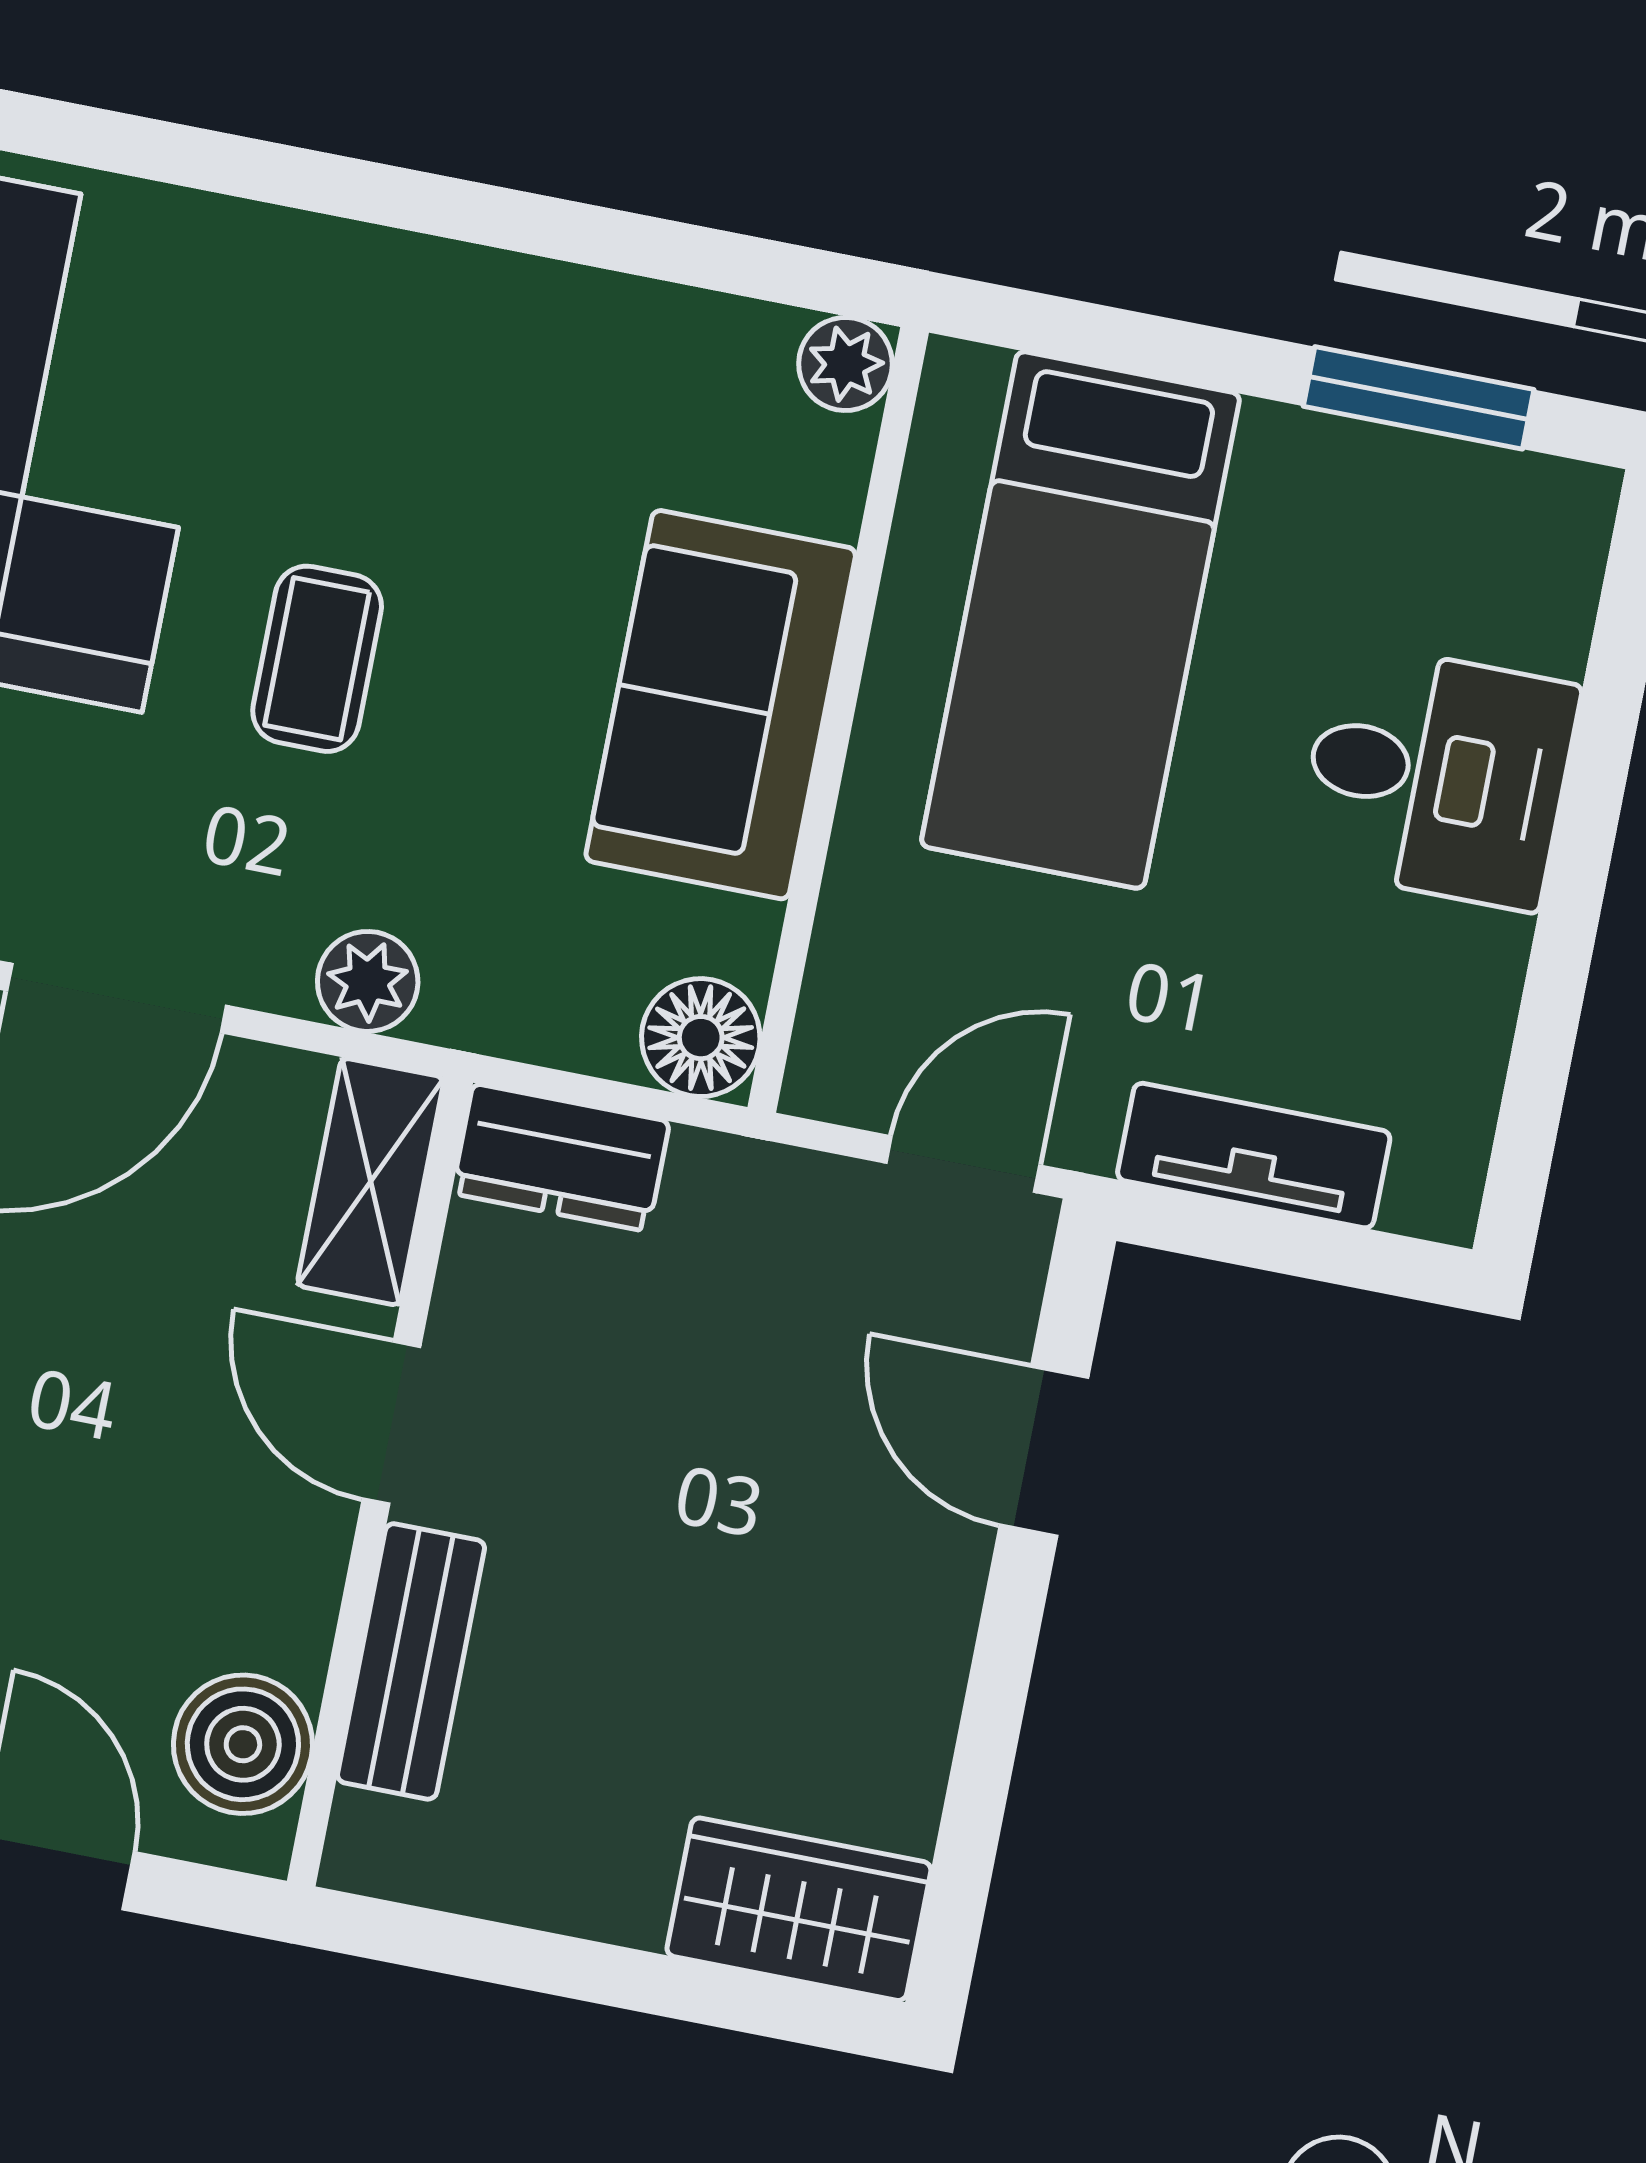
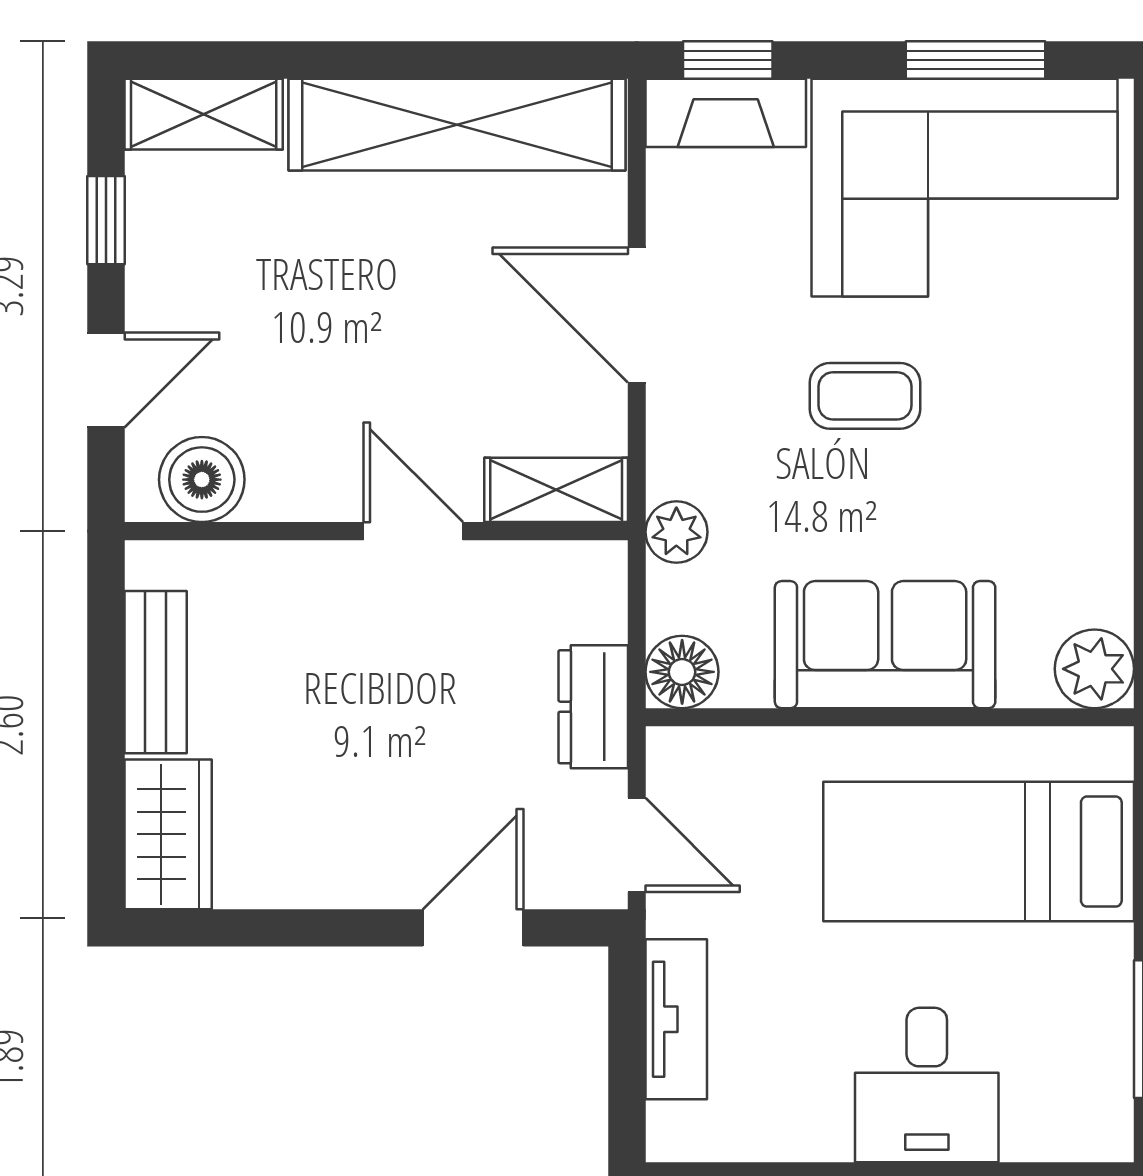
plant: (846, 364) -> (1094, 669), width x1.38, depth x1.38
plant: (368, 981) -> (676, 532), moved
dresser: (561, 1157) -> (593, 707), moved
door: (392, 1423) -> (413, 531), hinge flipped
bench: (411, 1661) -> (156, 672), moved, turned 90

